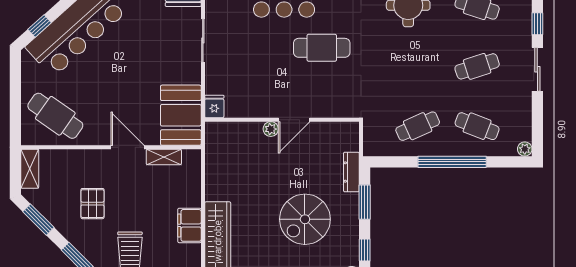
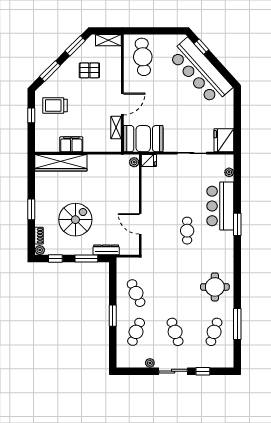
cafe table: (322, 48) -> (187, 231), width x0.73, depth x0.74
cafe table: (55, 116) -> (143, 57), turned -40
door: (294, 120) -> (140, 224), moved
plant: (271, 129) -> (134, 162), moved
plant: (525, 149) -> (150, 363), moved
window: (452, 162) -> (113, 316), width x0.47
pallet: (92, 204) -> (89, 70), moved
spiral stairs: (305, 219) -> (75, 220), turned 90

